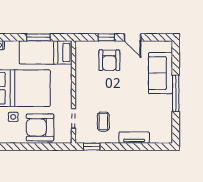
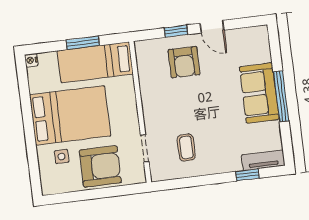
sofa: (160, 73) -> (259, 93), moved
armchair: (40, 127) -> (100, 166), turned 180
tv unit: (134, 138) -> (263, 160), moved
window: (92, 147) -> (247, 175), moved

